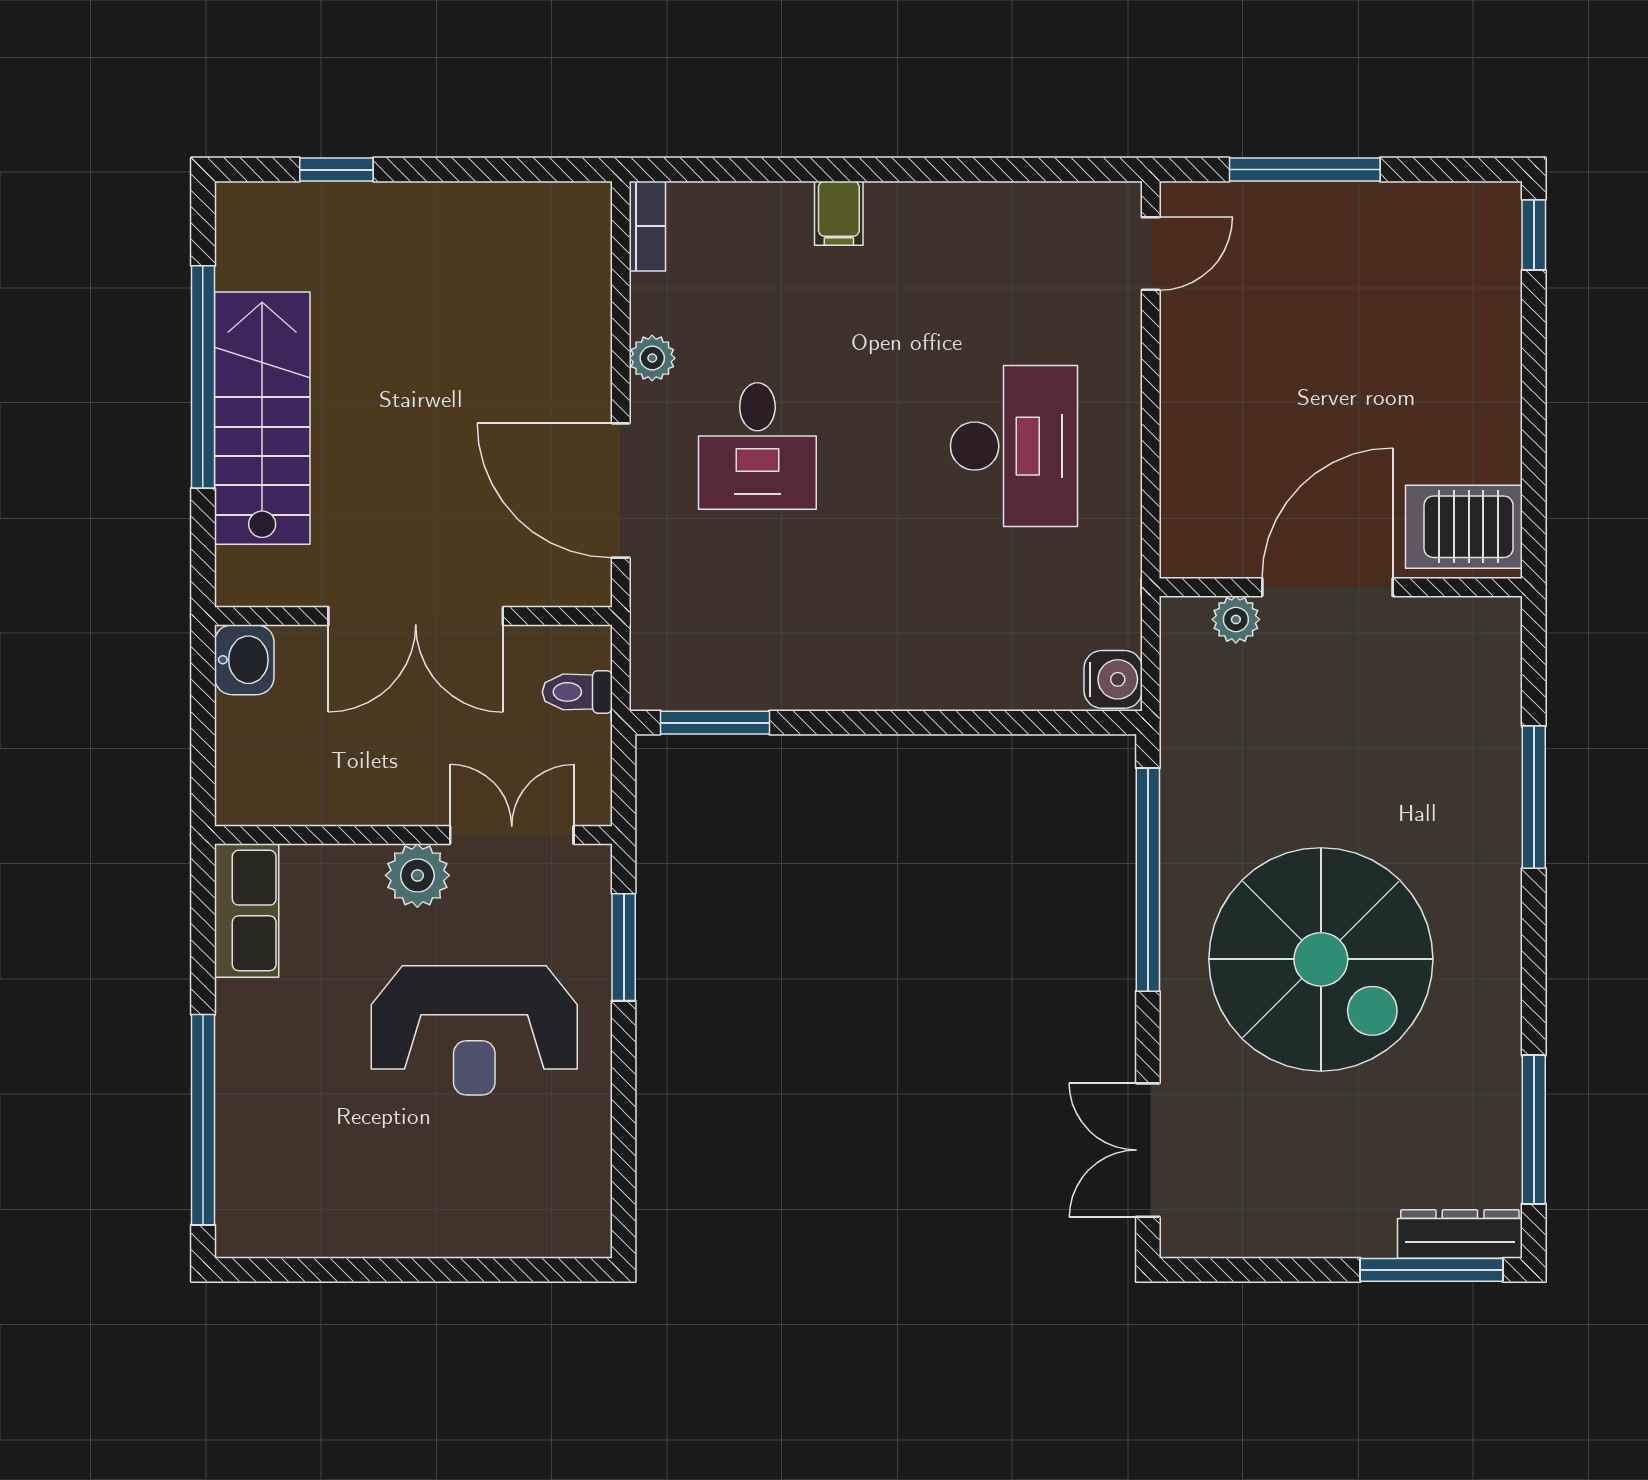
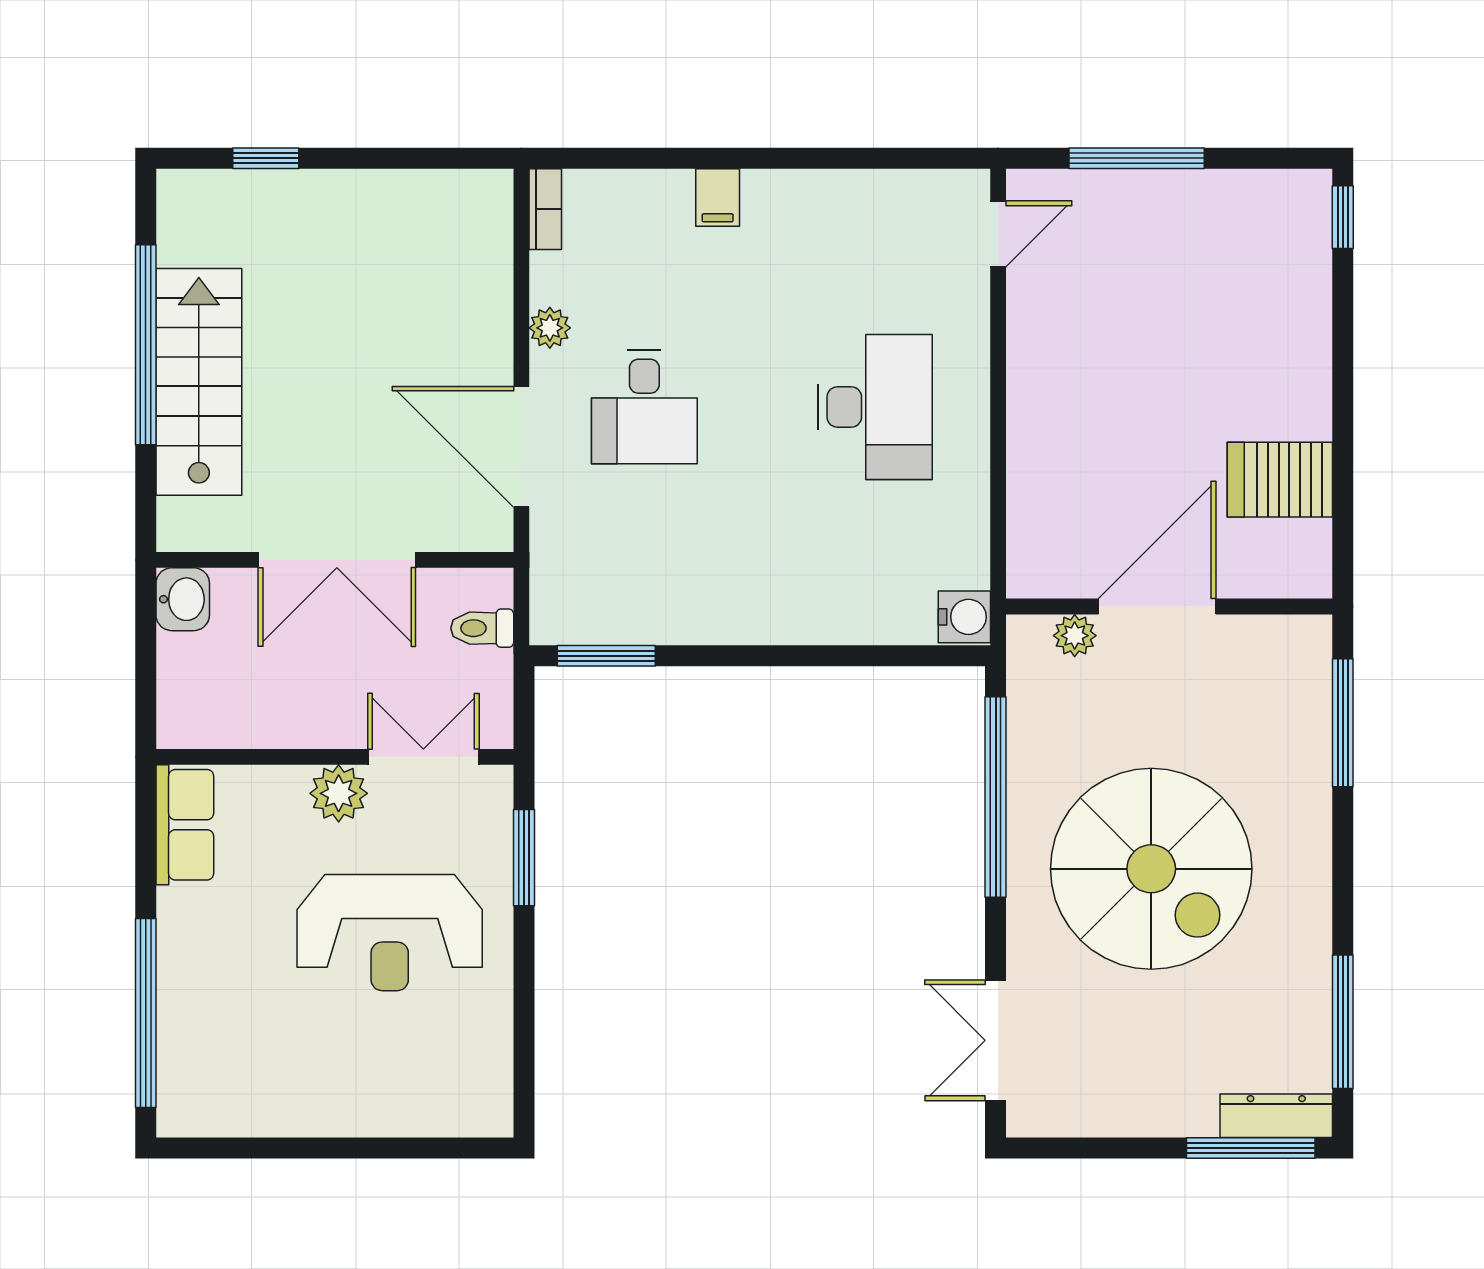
door: (1327, 587) -> (1157, 606), moved
wall: (1341, 587) -> (1169, 606), moved
plant: (1236, 619) -> (1075, 636), moved

